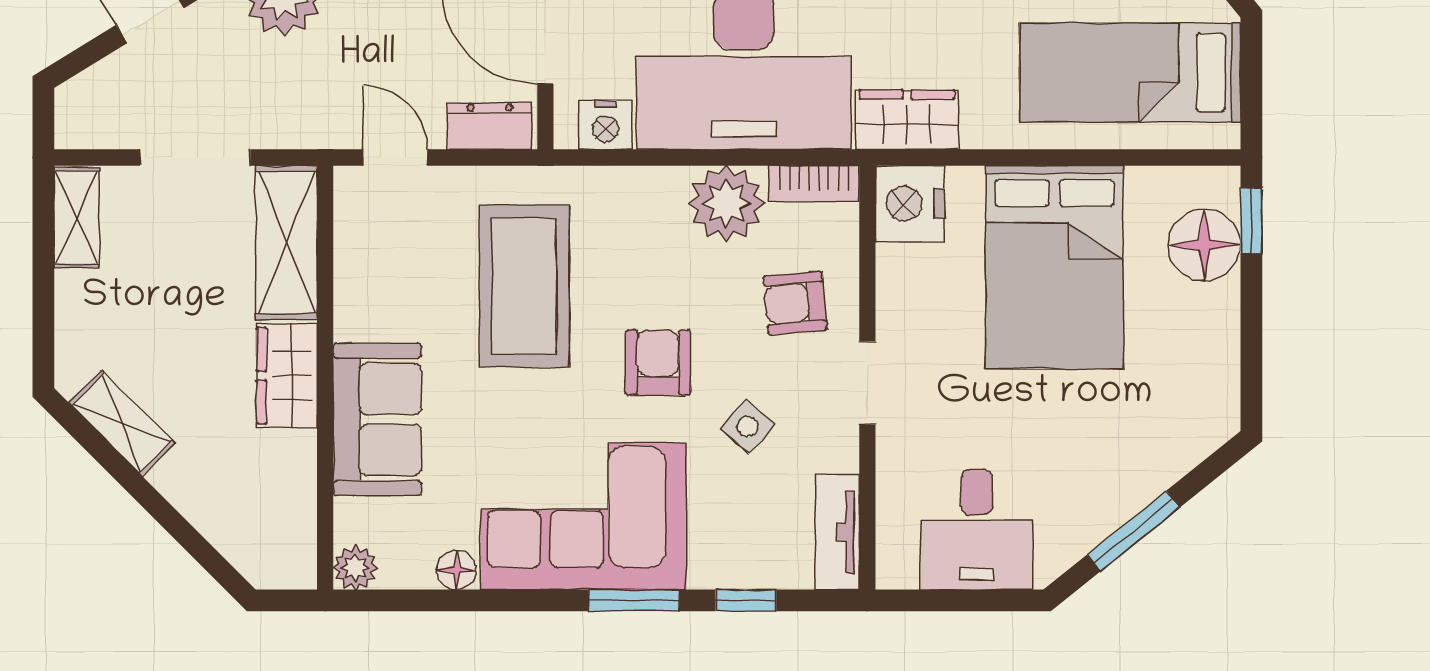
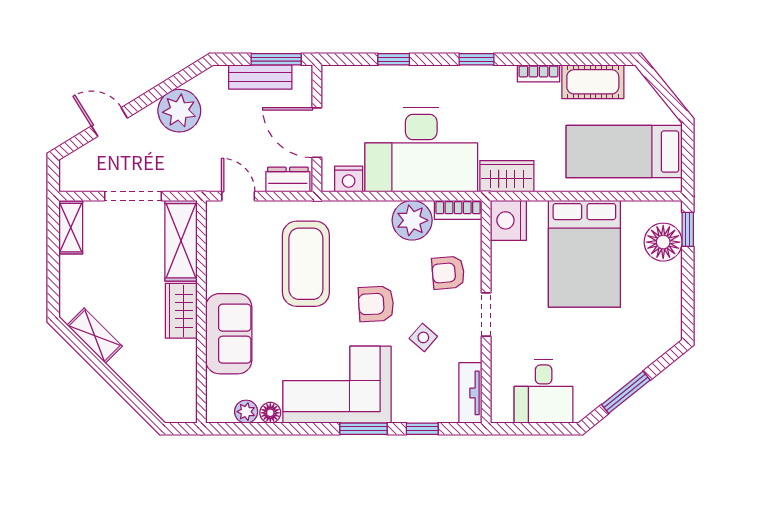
armchair: (658, 362) -> (376, 304), turned -93
plant: (355, 568) -> (246, 412), moved

